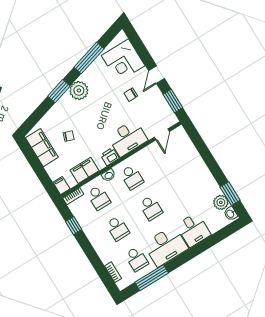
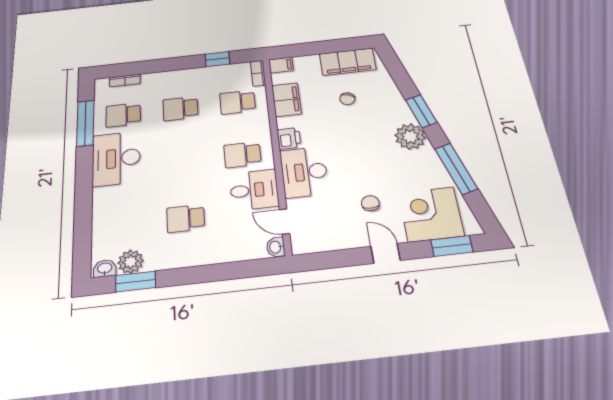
window: (173, 101) -> (452, 246), moved
washbasin: (109, 175) -> (276, 247), moved
school desk: (151, 208) -> (186, 219), moved
desk: (193, 230) -> (254, 190), moved, turned 180

